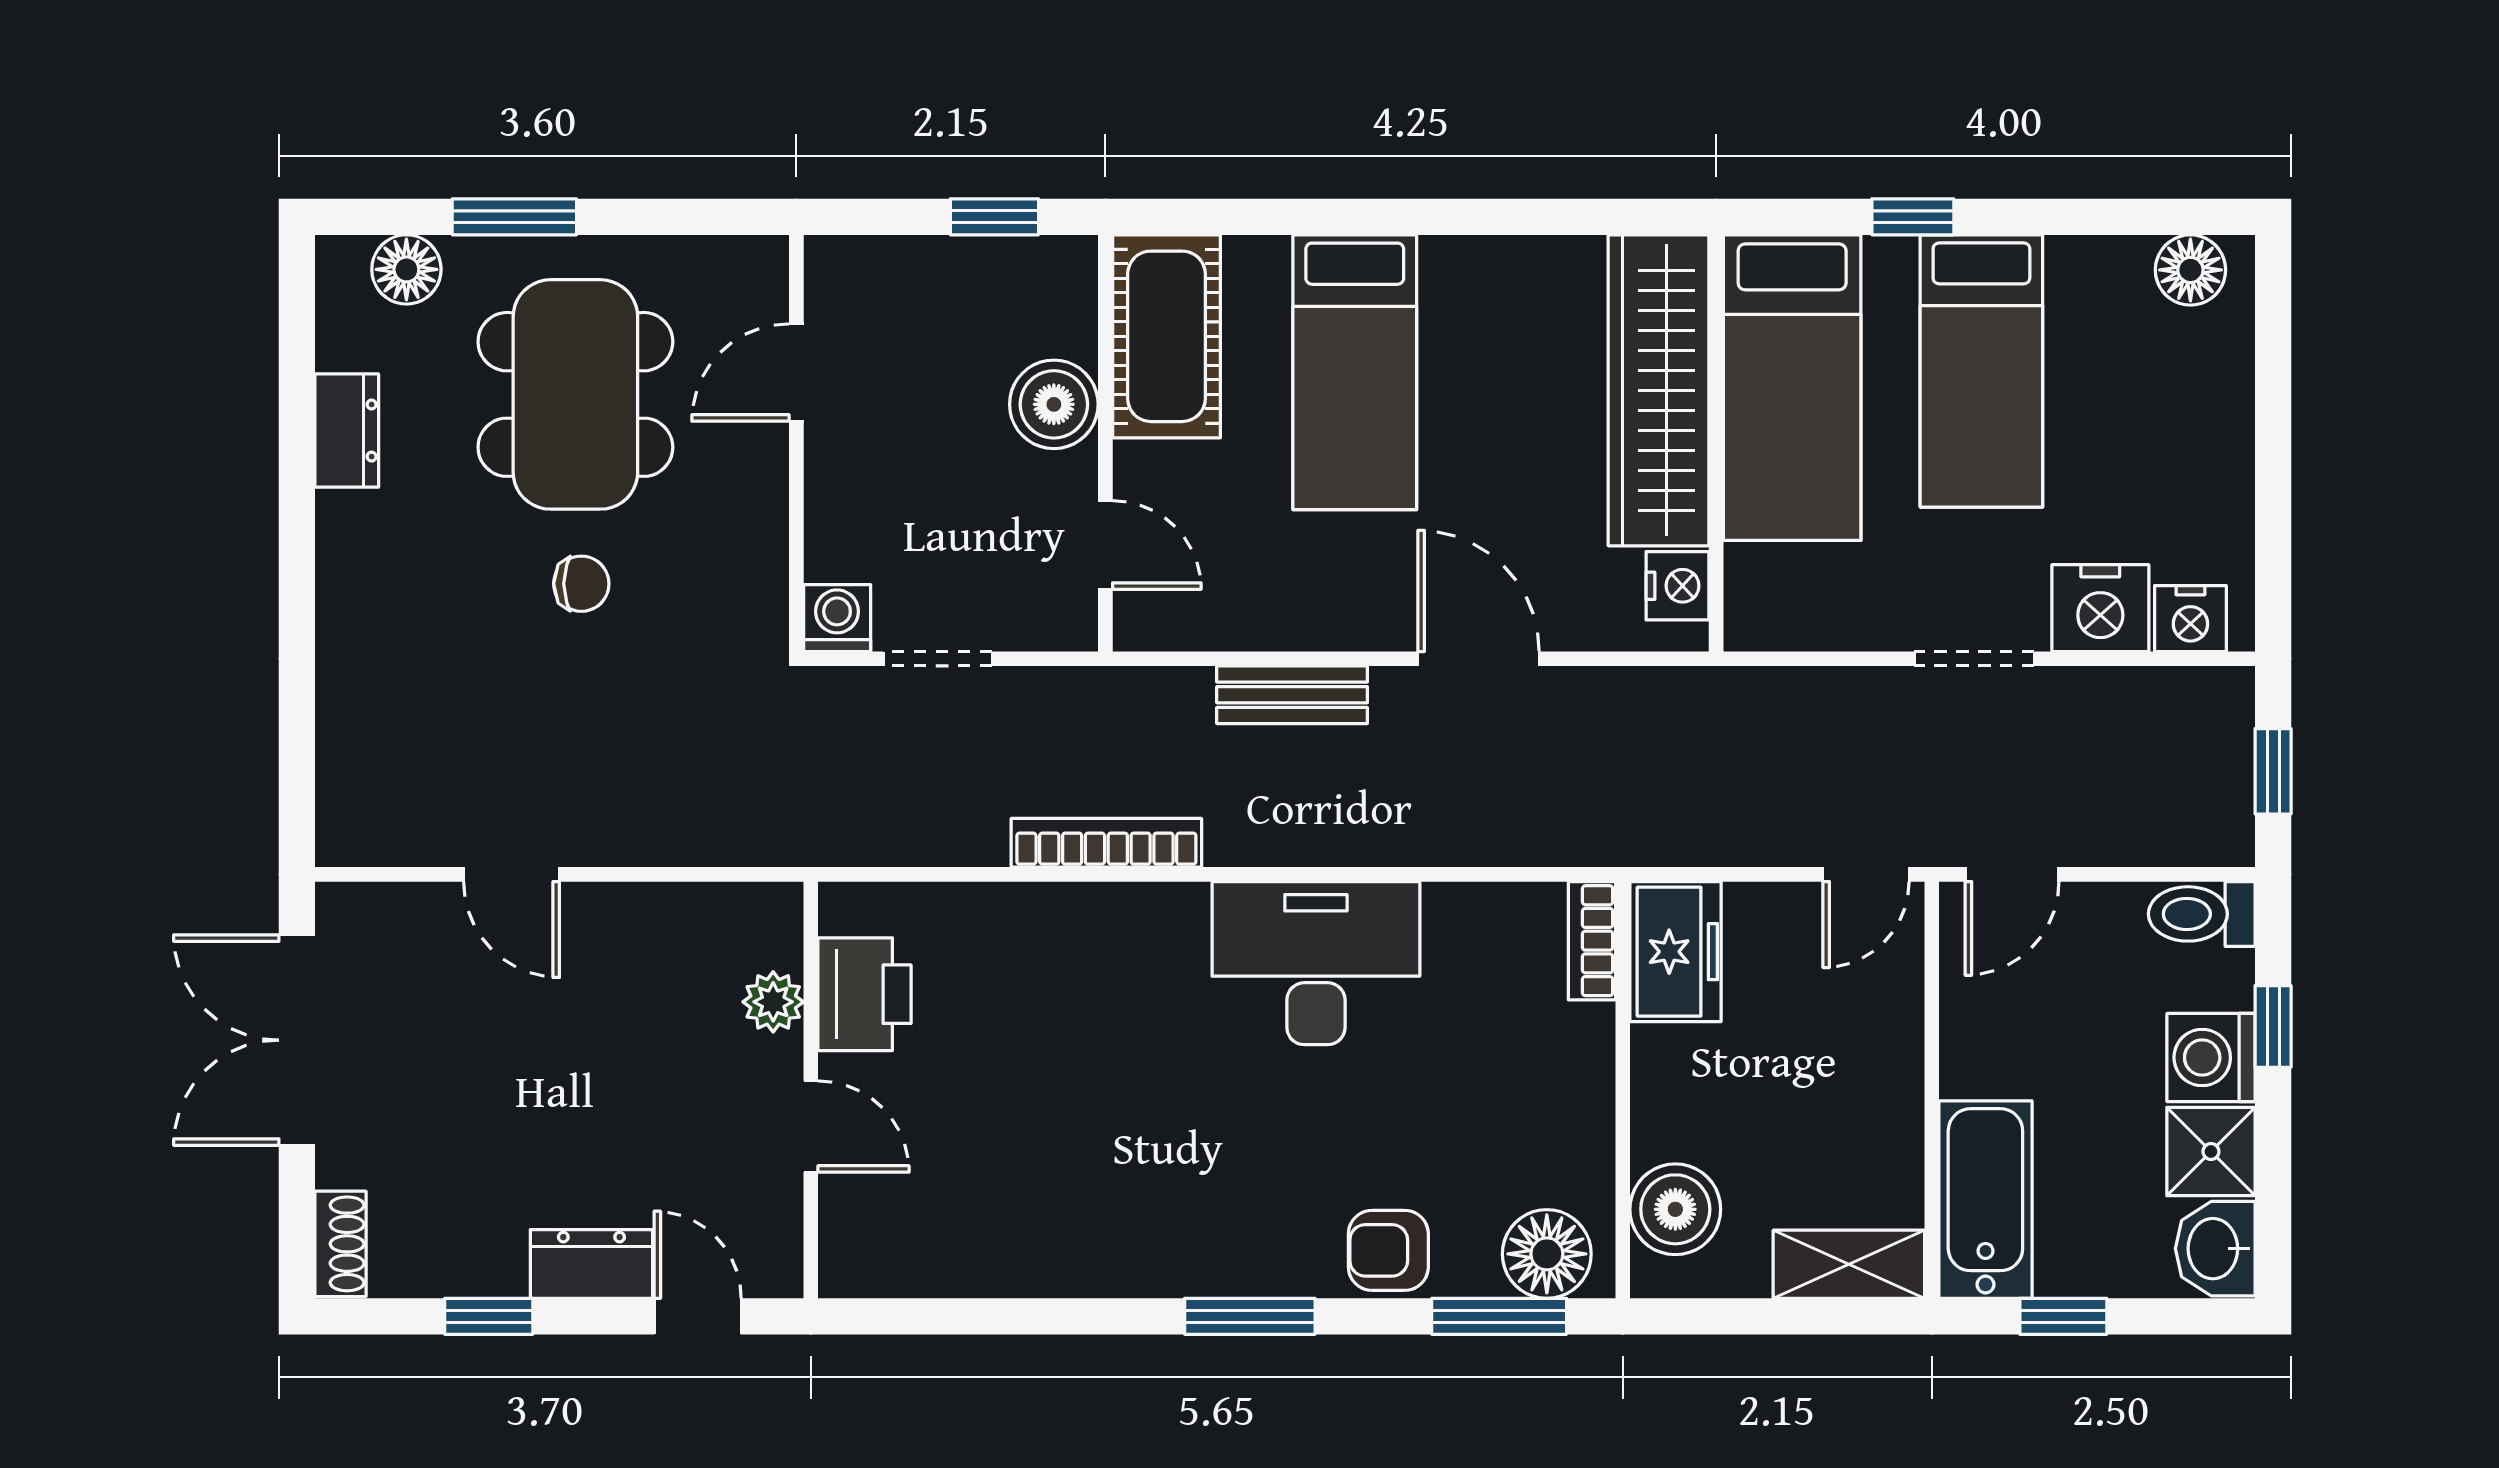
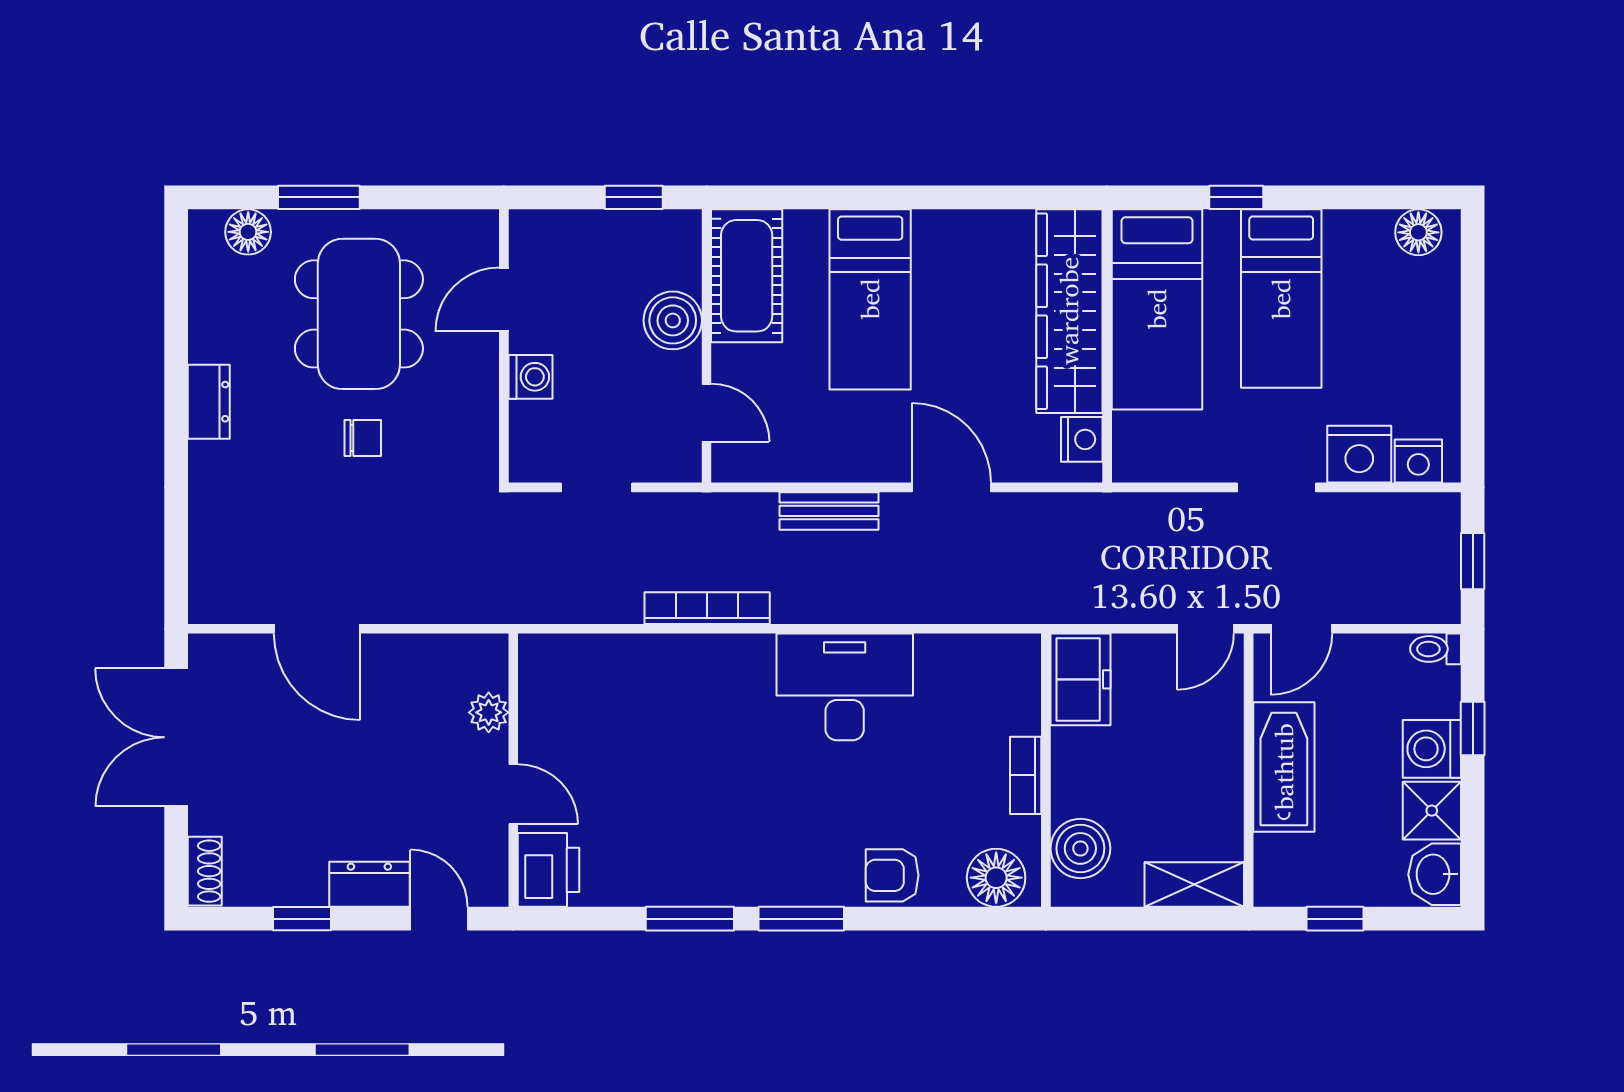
dresser: (347, 431) -> (209, 402), moved
washing machine: (837, 618) -> (530, 377), moved, turned 90
door: (512, 874) -> (317, 629), width x1.38
toilet: (2202, 914) -> (1436, 649), width x0.73, depth x0.72
bookcase: (1592, 941) -> (1026, 775), moved
printer: (864, 994) -> (548, 870), moved
bathtub: (1985, 1200) -> (1284, 767), moved
window: (1499, 1316) -> (690, 919), moved

